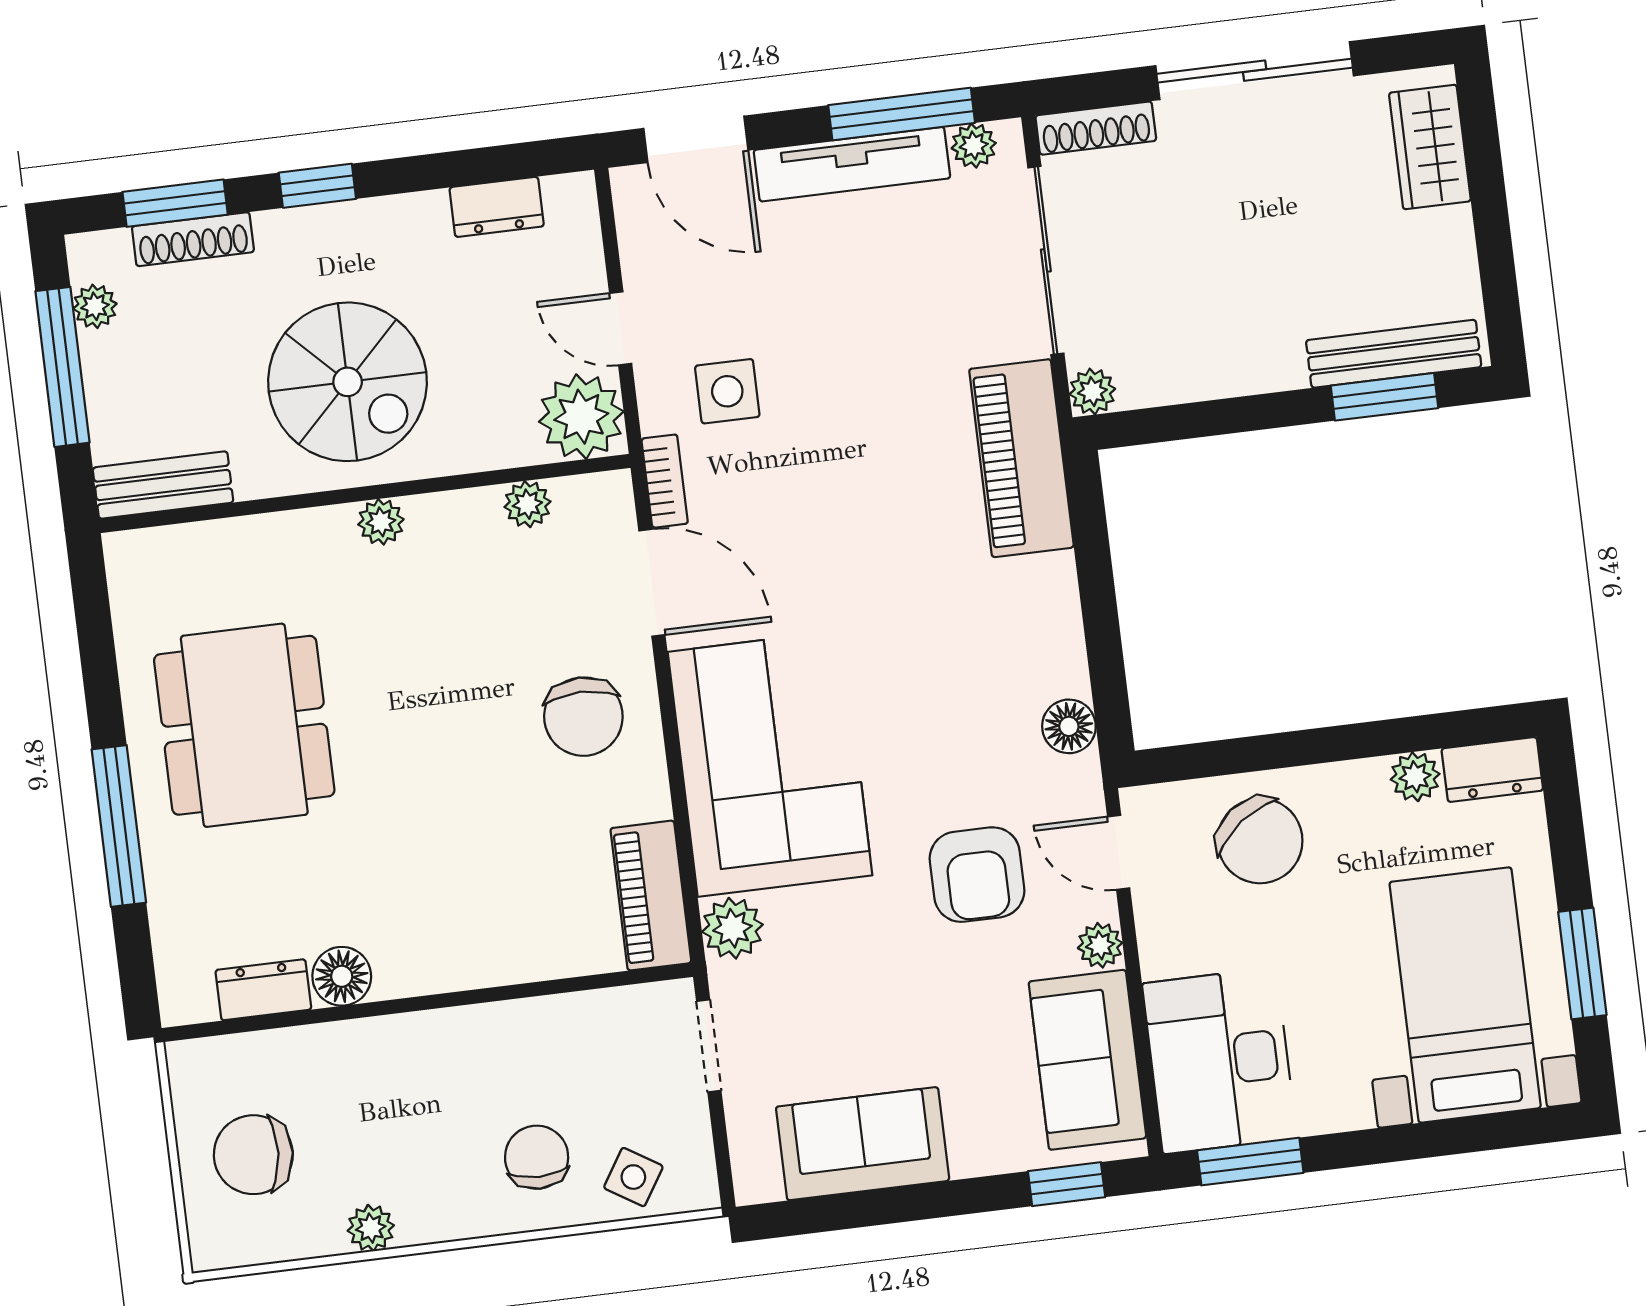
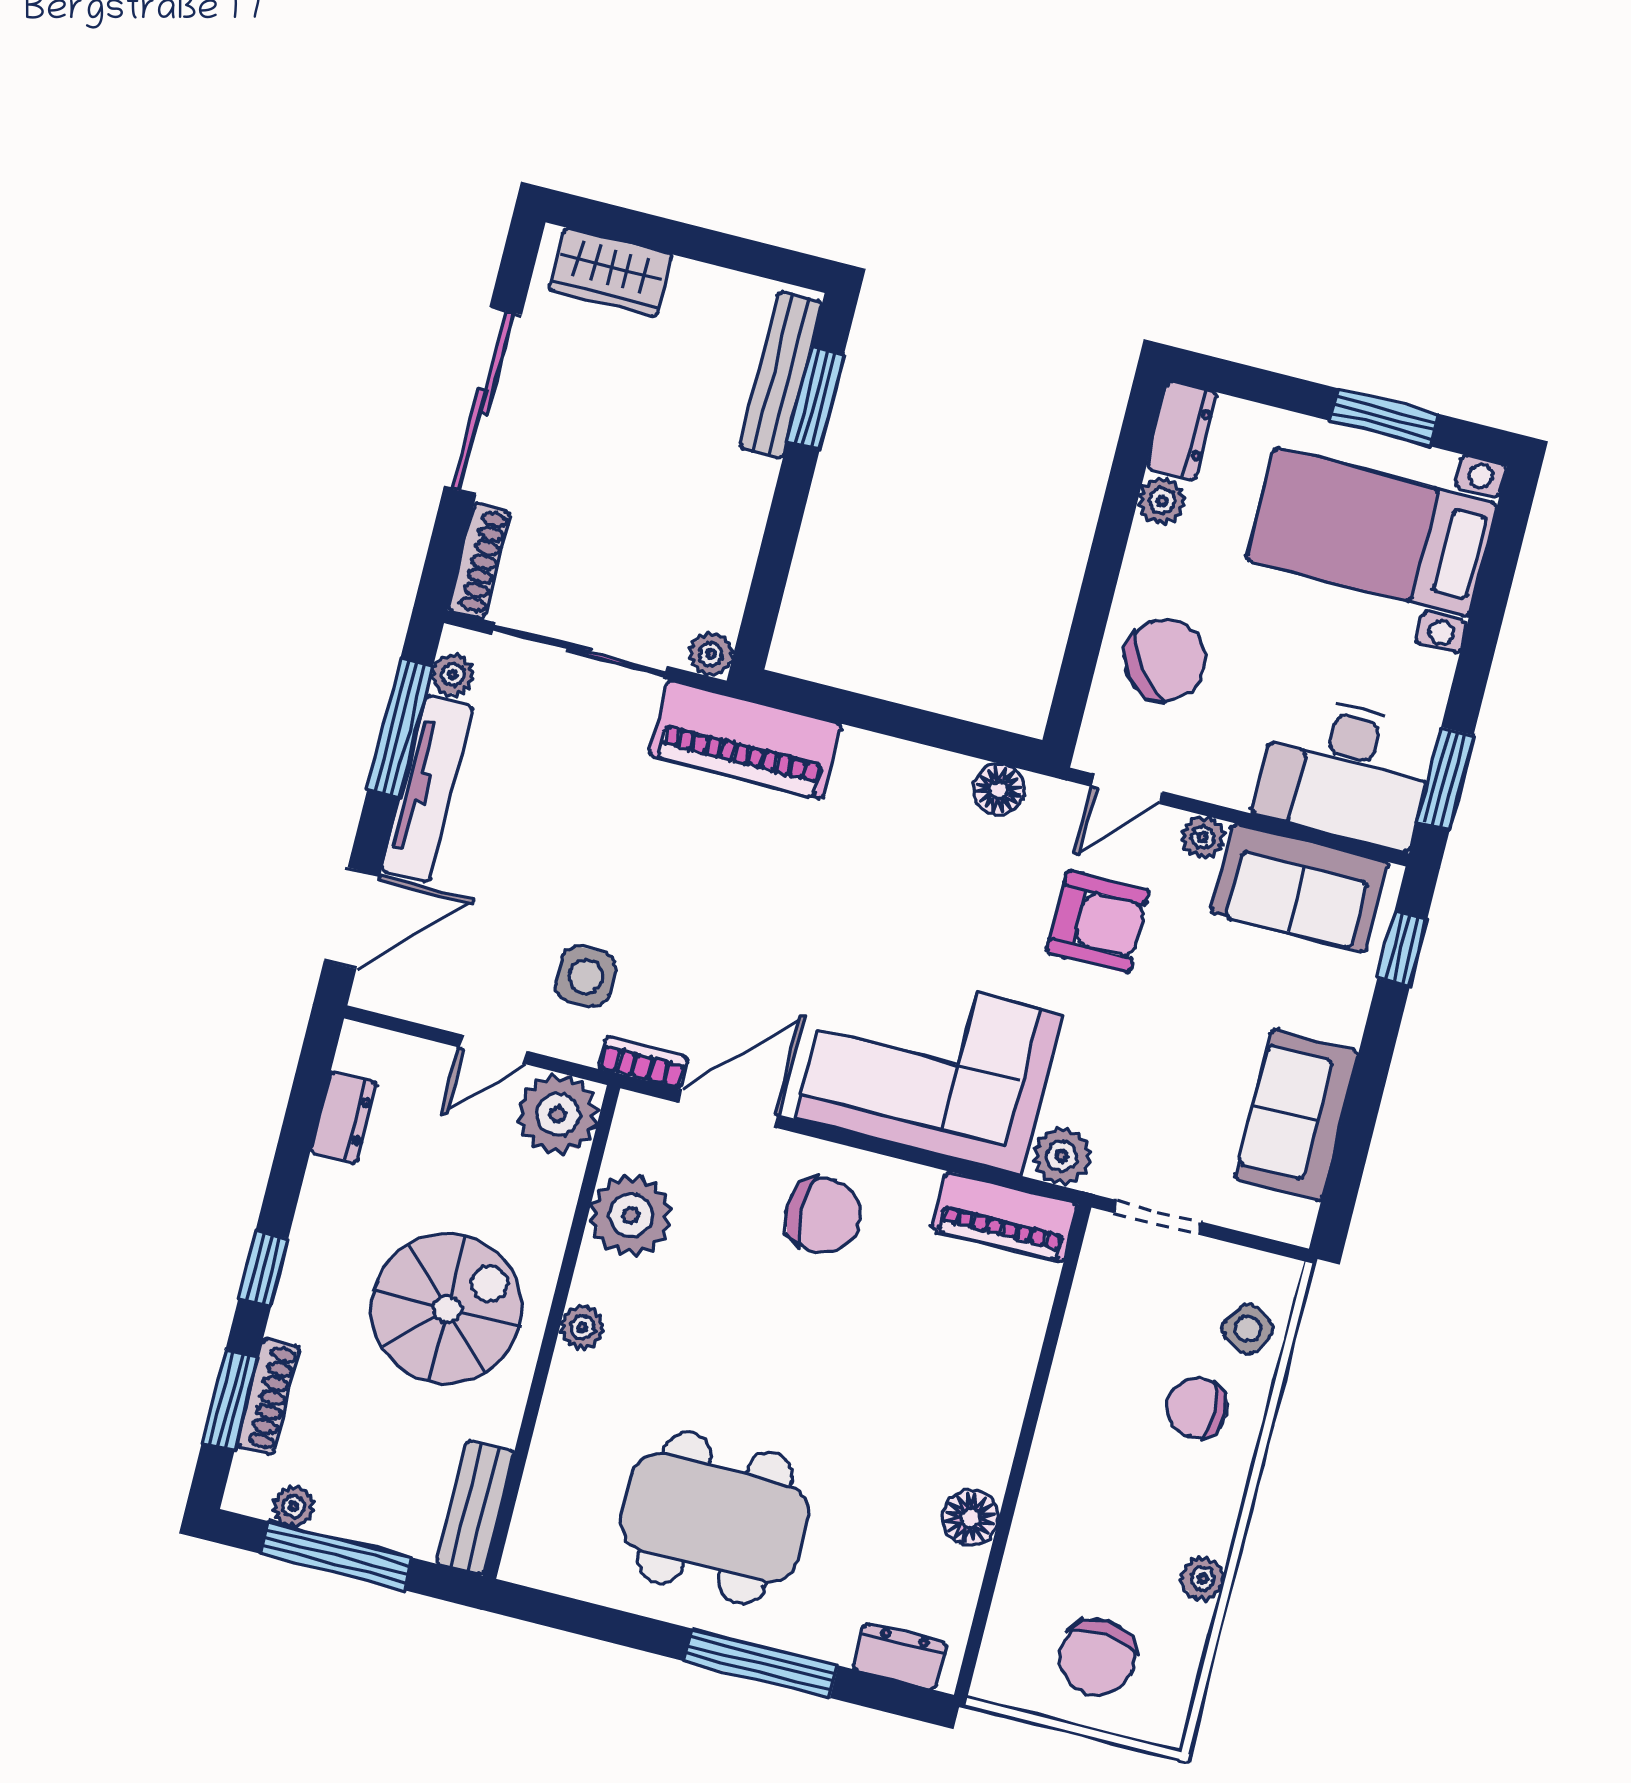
plant: (527, 504) -> (631, 1215), width x1.88, depth x1.88
dresser: (263, 990) -> (900, 1656), moved, turned 90

